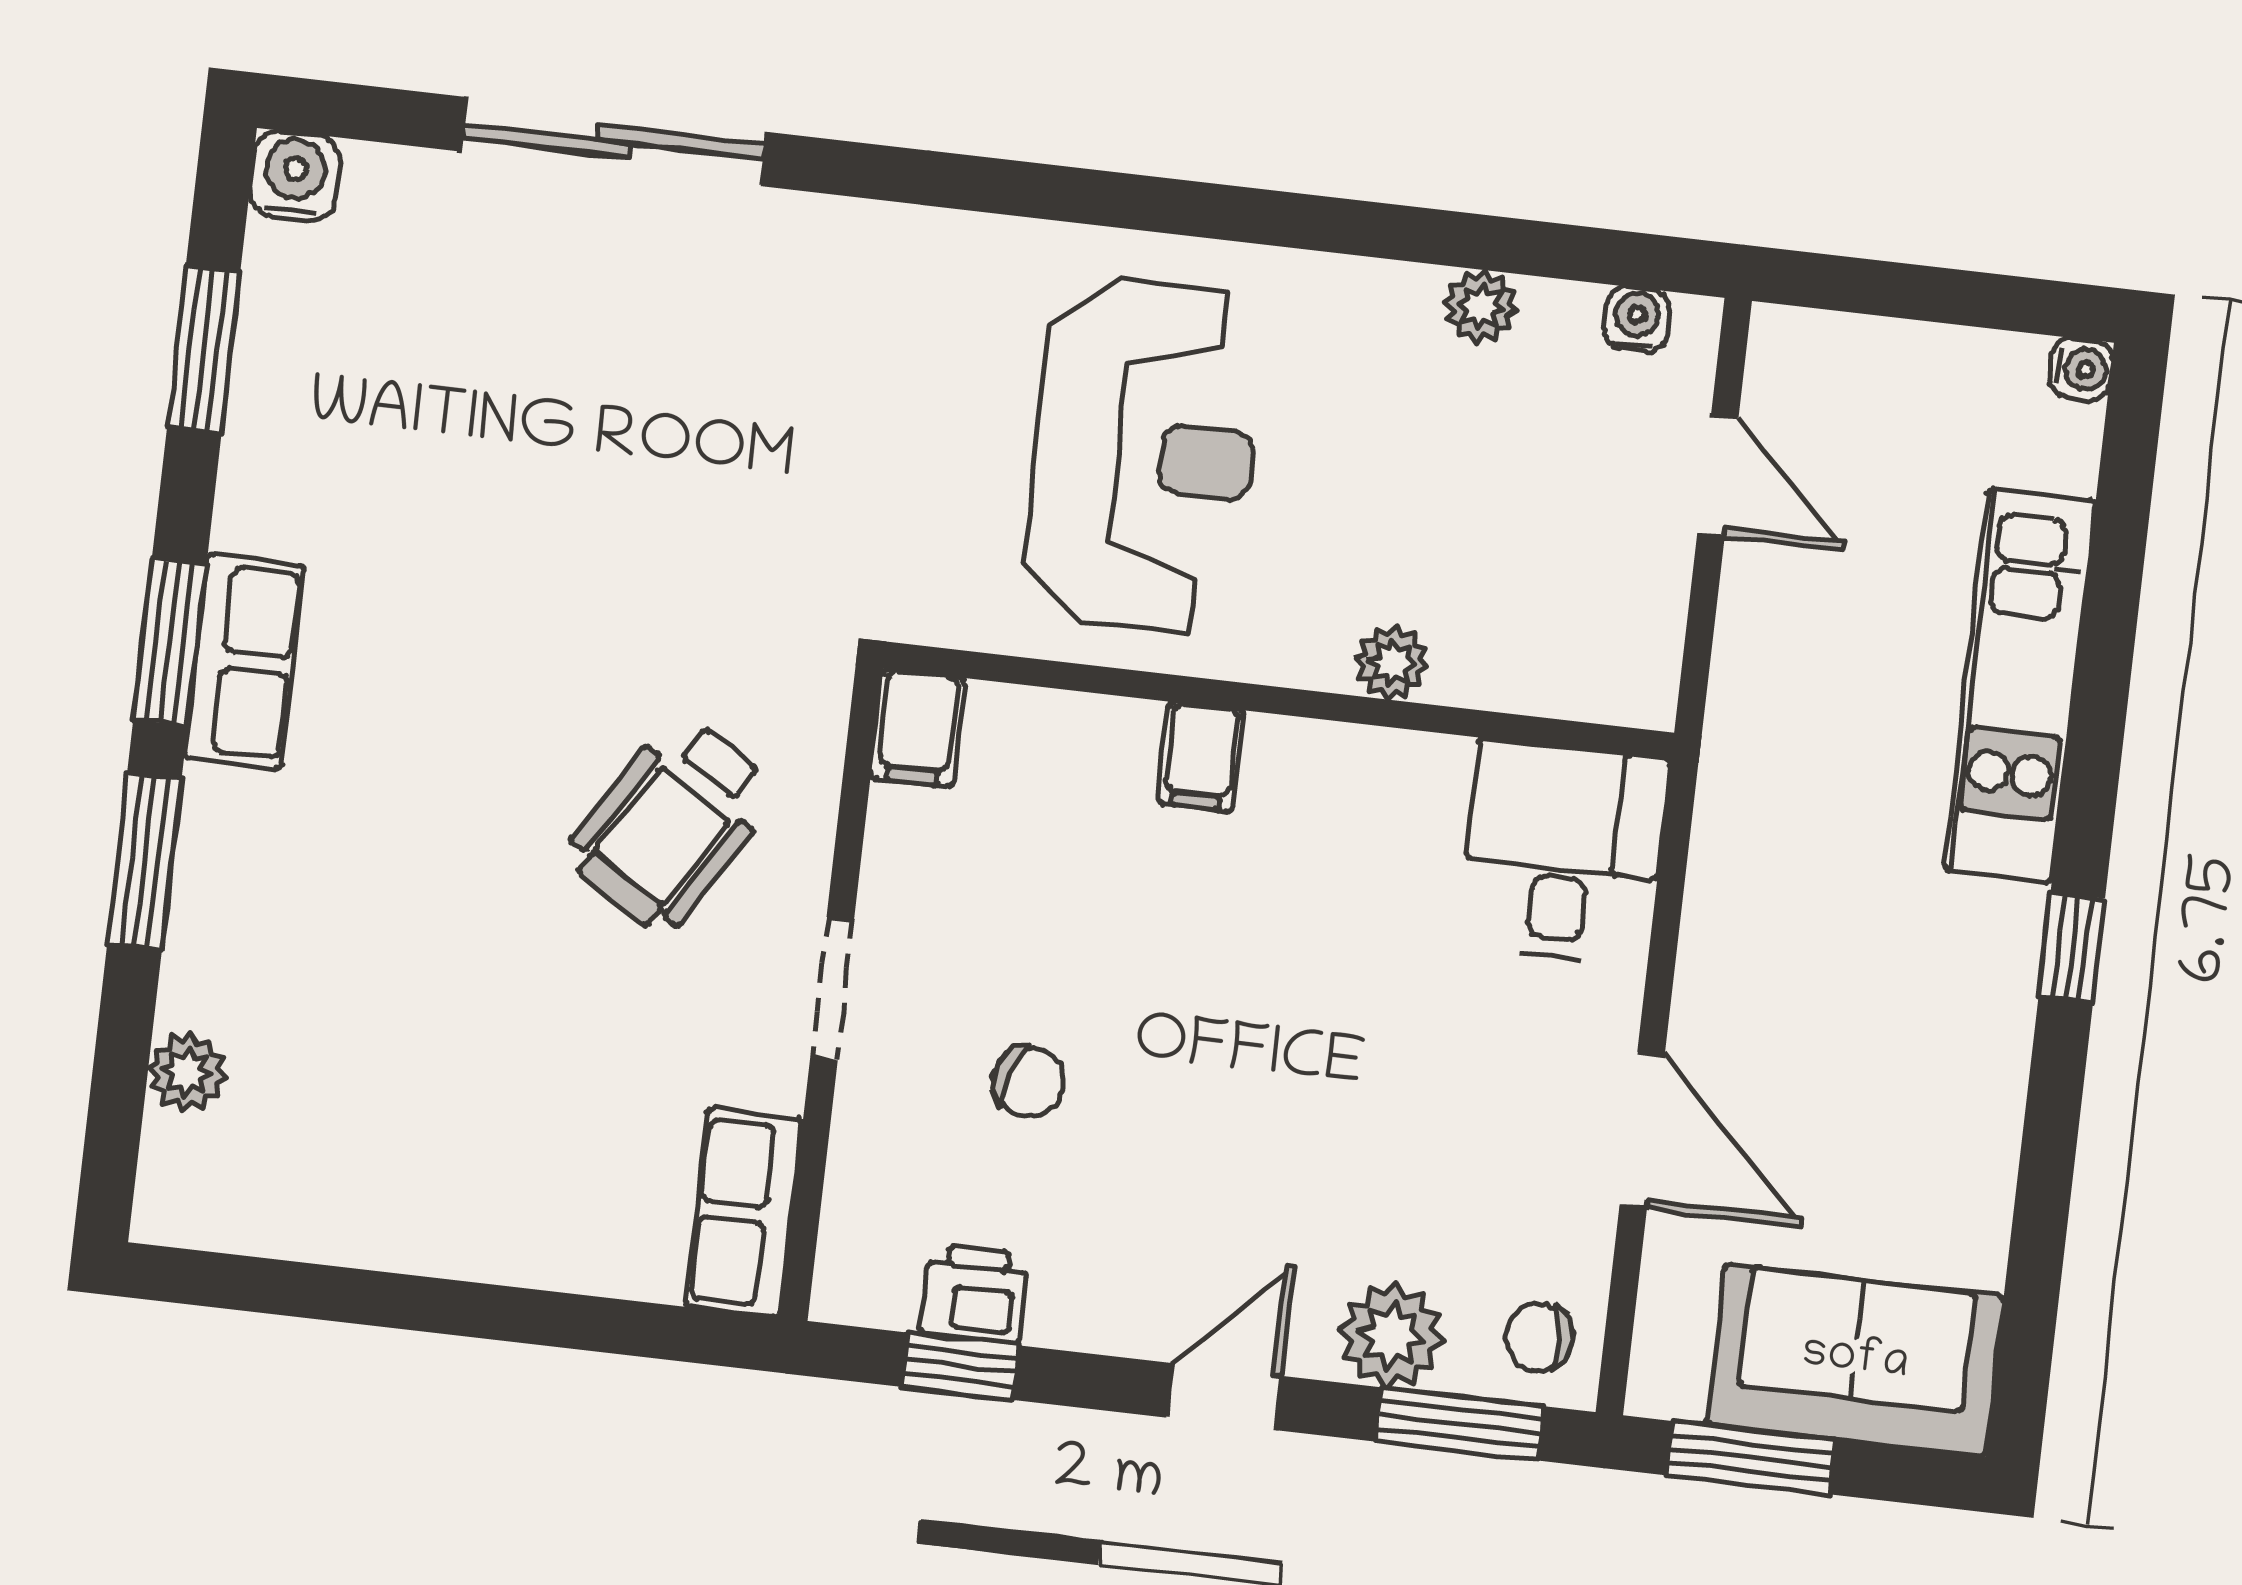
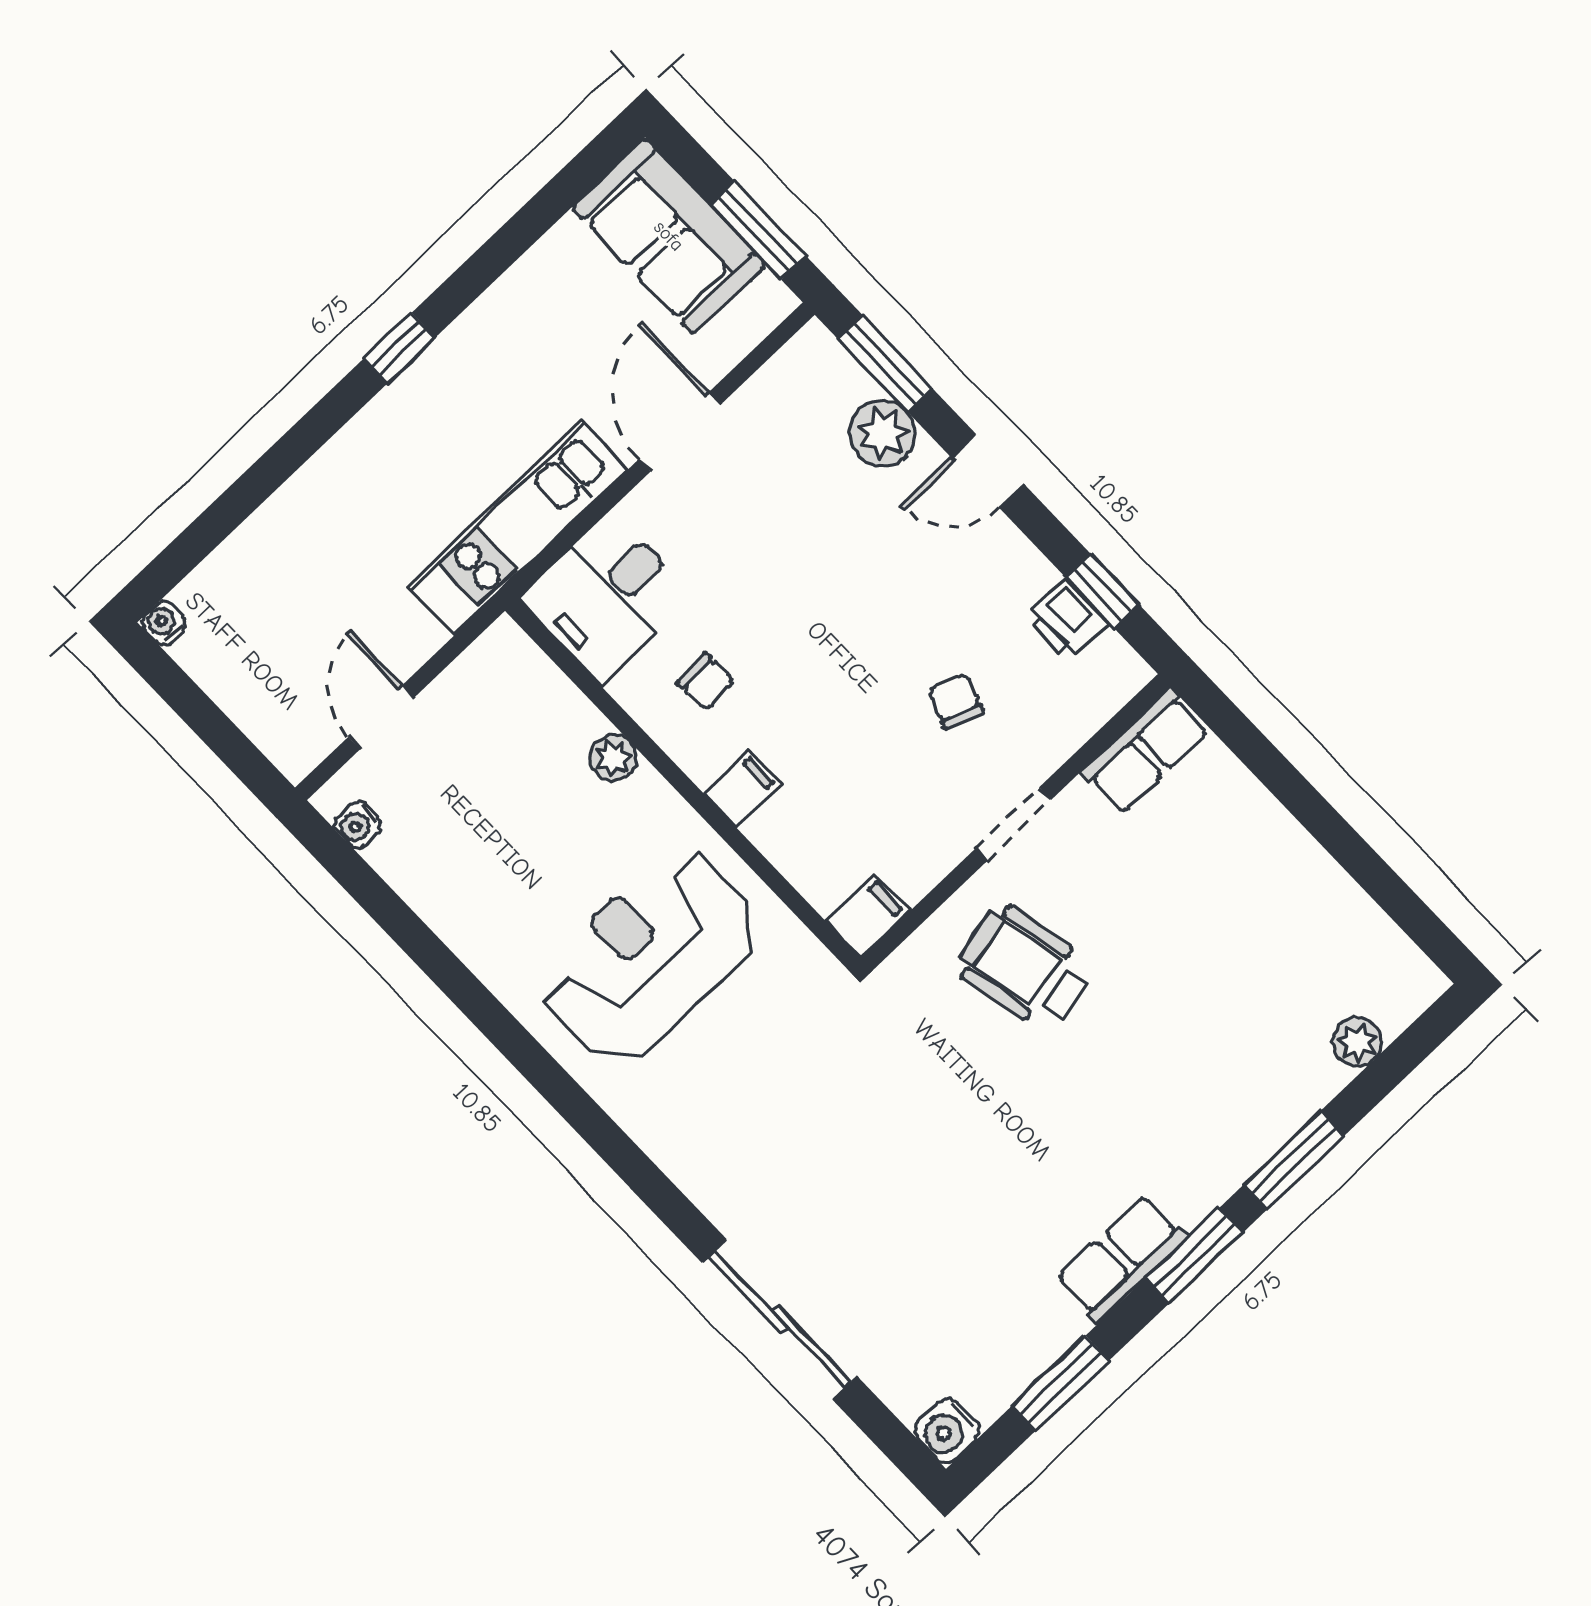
plant: (1481, 306) -> (428, 893), removed
row of seats: (244, 662) -> (1122, 1259), moved
kitchen unit: (2020, 685) -> (518, 528), moved, turned 180
wheelchair: (671, 824) -> (1025, 968), turned -134
chair: (1539, 1337) -> (706, 682), moved

